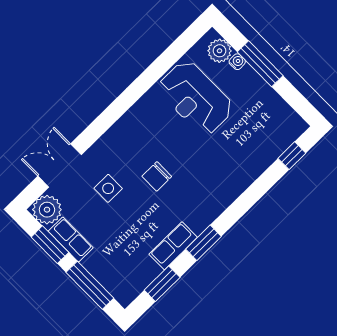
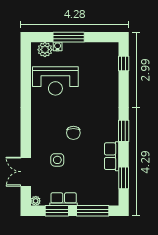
plant: (47, 210) -> (36, 201), width x0.53, depth x0.53
window: (204, 243) -> (124, 131), moved

